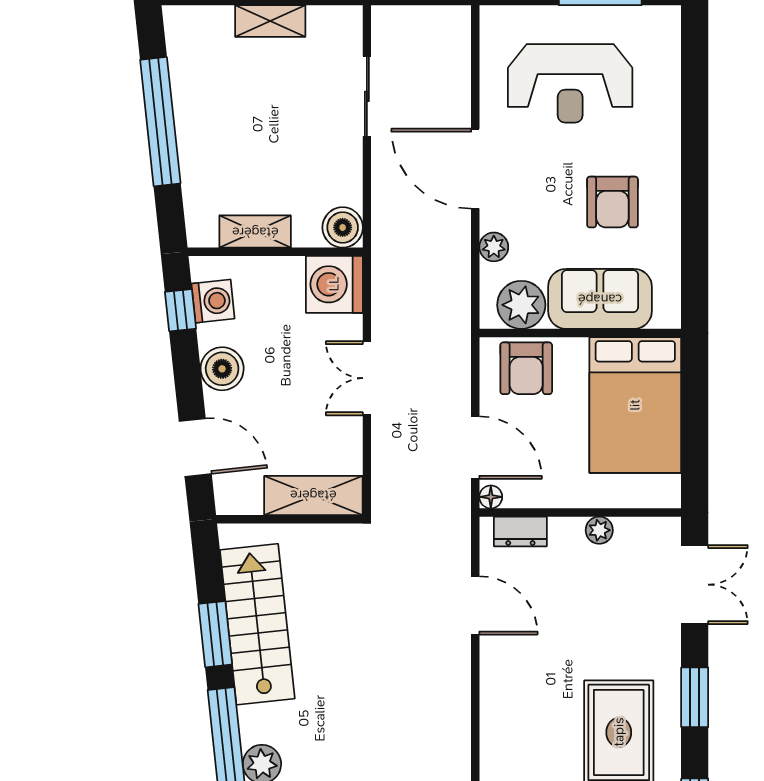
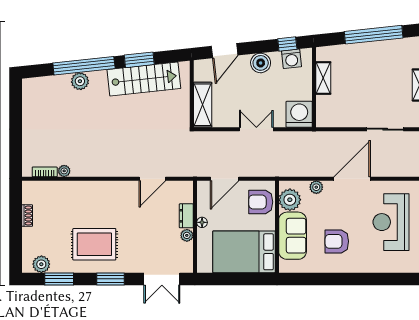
boiler: (343, 227) -> (325, 118), removed
floor lamp: (491, 497) -> (202, 222), moved
dresser: (520, 531) -> (186, 216), moved

